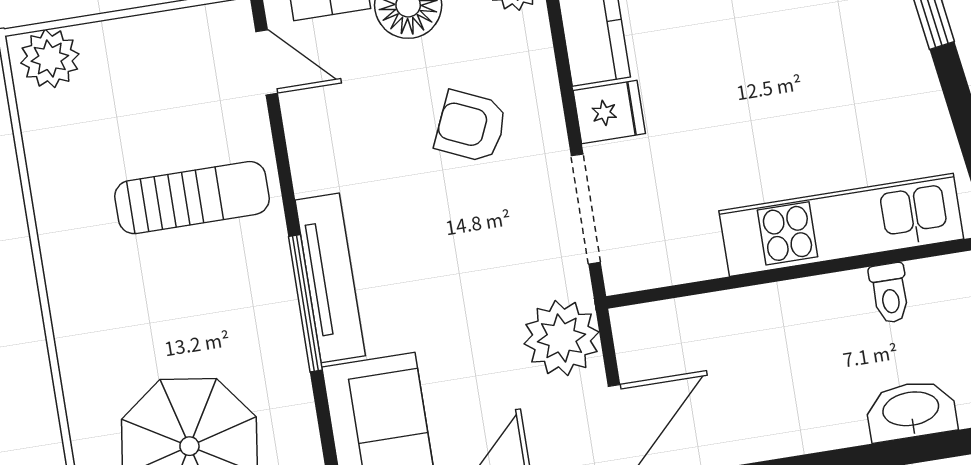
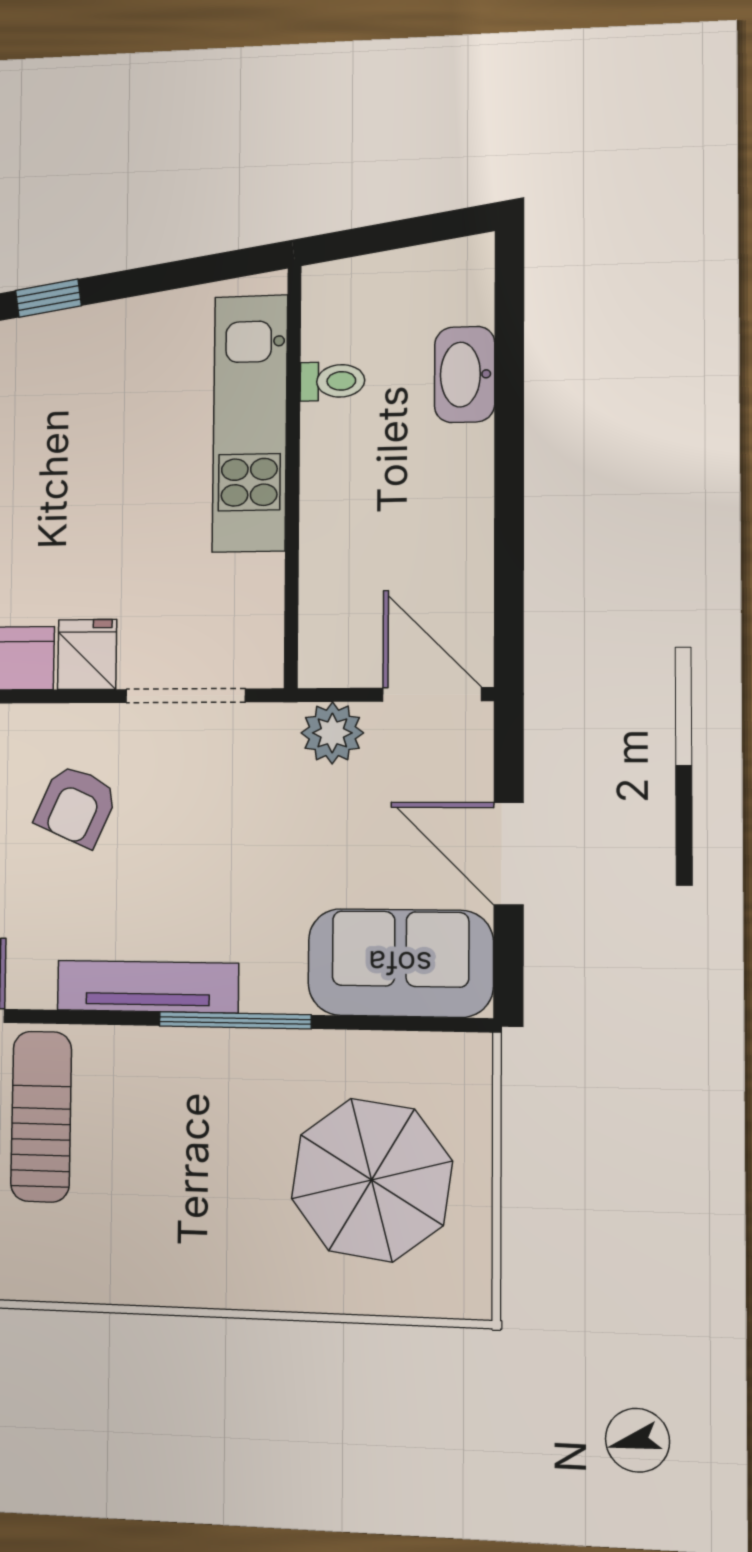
sun lounger: (192, 198) -> (41, 1117), moved
tv unit: (330, 278) -> (148, 987), moved
plant: (562, 338) -> (332, 733), width x0.73, depth x0.73

